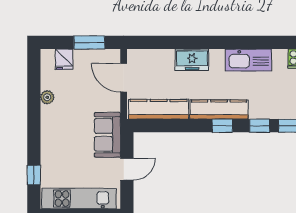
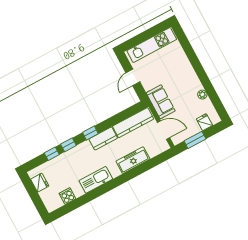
freezer: (192, 60) -> (133, 160), width x1.40
kitchen counter: (219, 109) -> (103, 138), width x0.67
sofa: (107, 135) -> (161, 102), moved
window: (34, 175) -> (186, 45), removed

